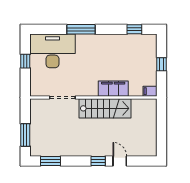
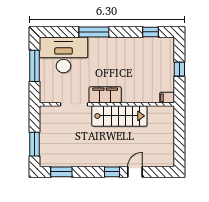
window: (25, 61) -> (35, 66), width x2.17
filing cabinet: (113, 89) -> (105, 95), moved
door: (120, 161) -> (135, 172), hinge flipped

